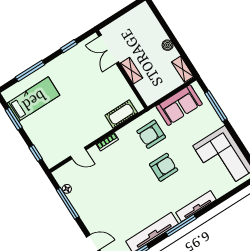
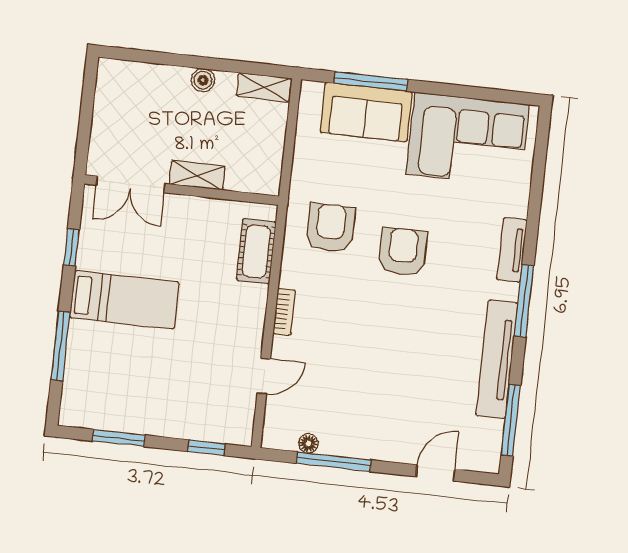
bed: (33, 99) -> (124, 300), moved, turned 90
sofa: (179, 105) -> (366, 112), moved, turned 90
armchair: (151, 134) -> (331, 228), turned 180
tv unit: (196, 206) -> (512, 250), width x0.71

